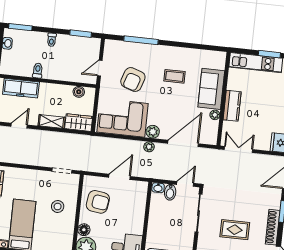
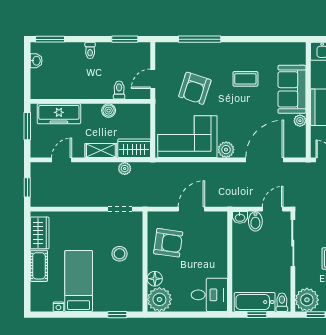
toilet: (38, 71) -> (119, 90), moved
boiler: (79, 92) -> (109, 111), moved
plant: (149, 147) -> (125, 169), moved

